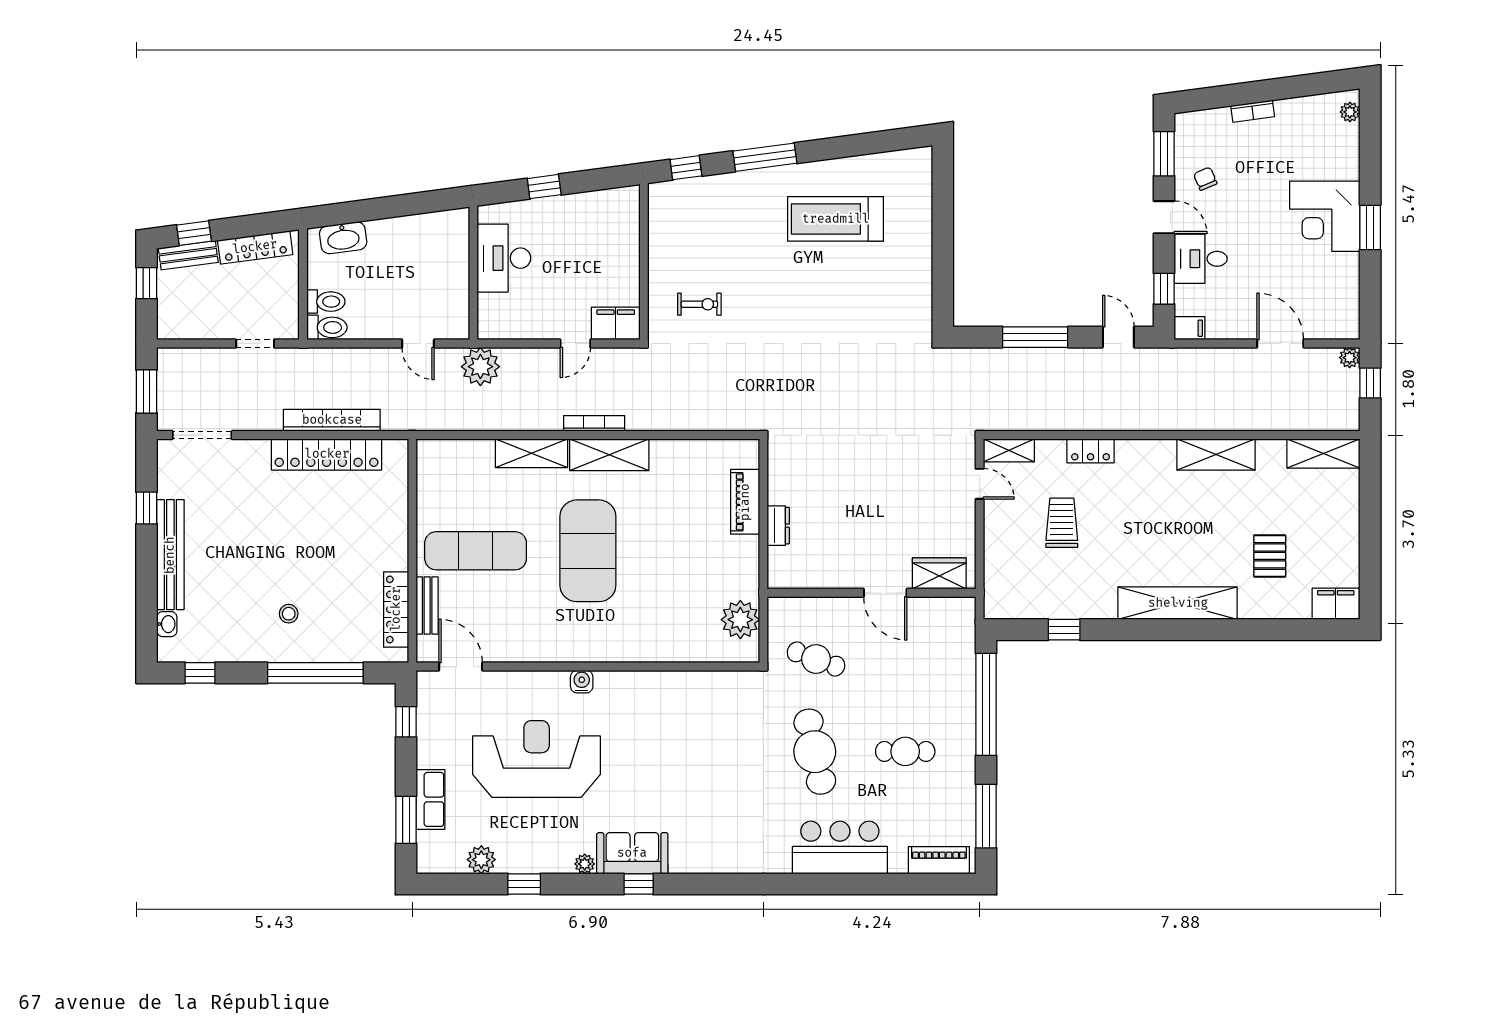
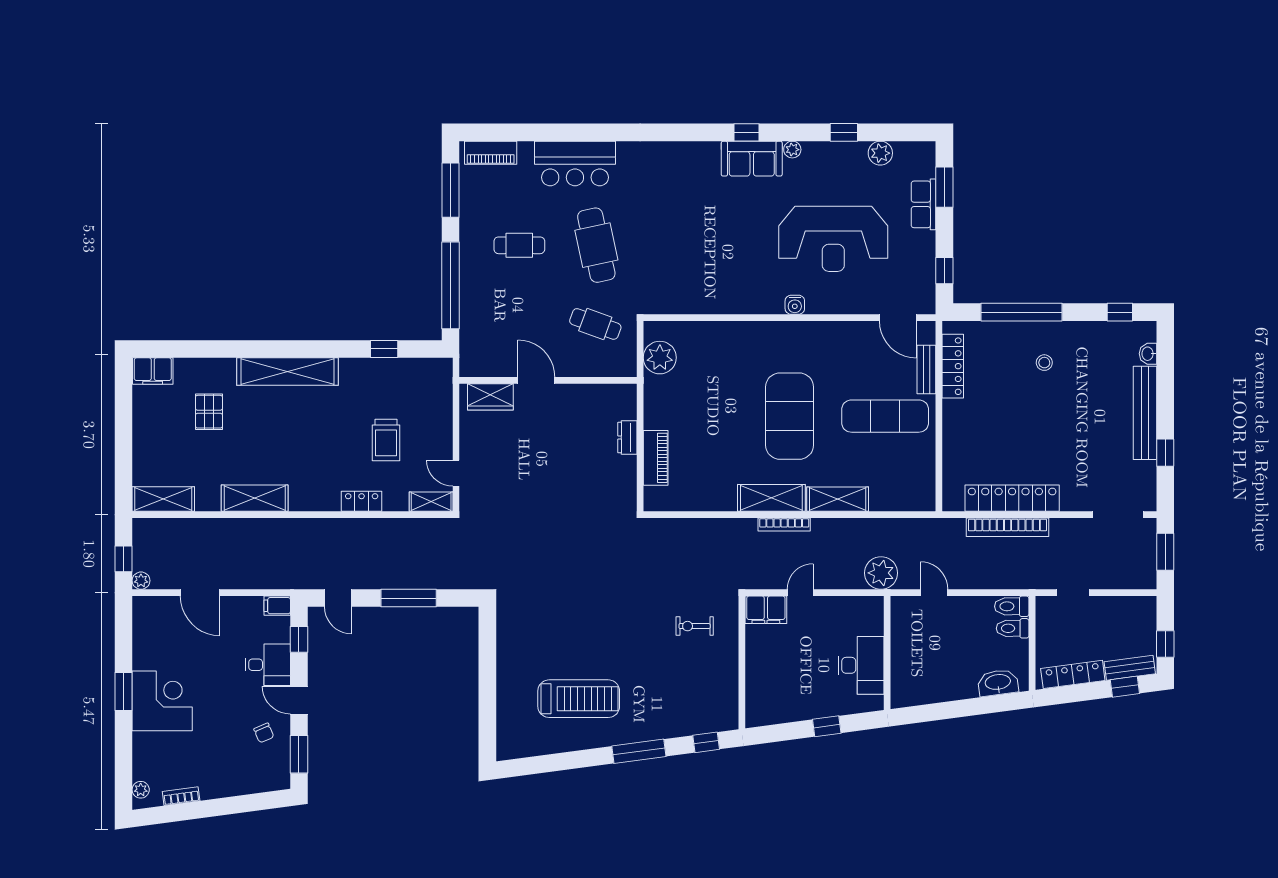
bookcase: (1253, 111) -> (181, 796), moved

